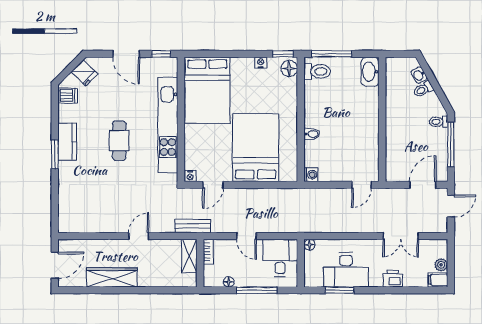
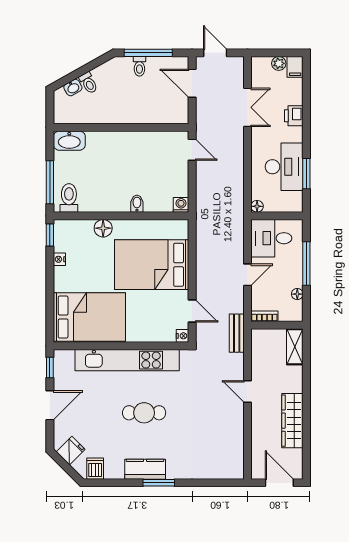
floor lamp: (289, 69) -> (103, 228), moved
toilet: (438, 122) -> (139, 66), moved
shelving: (189, 256) -> (295, 347), moved, turned 90

